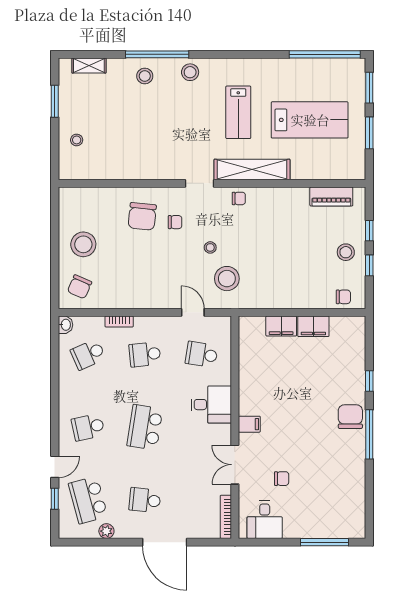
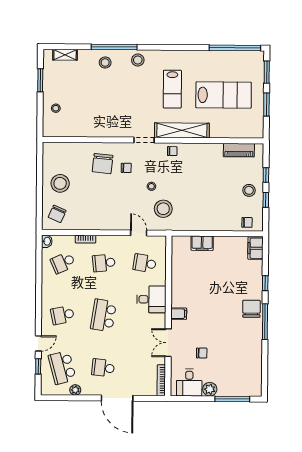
filing cabinet: (313, 326) -> (255, 248), moved, turned 90
plant: (293, 529) -> (210, 389), added

